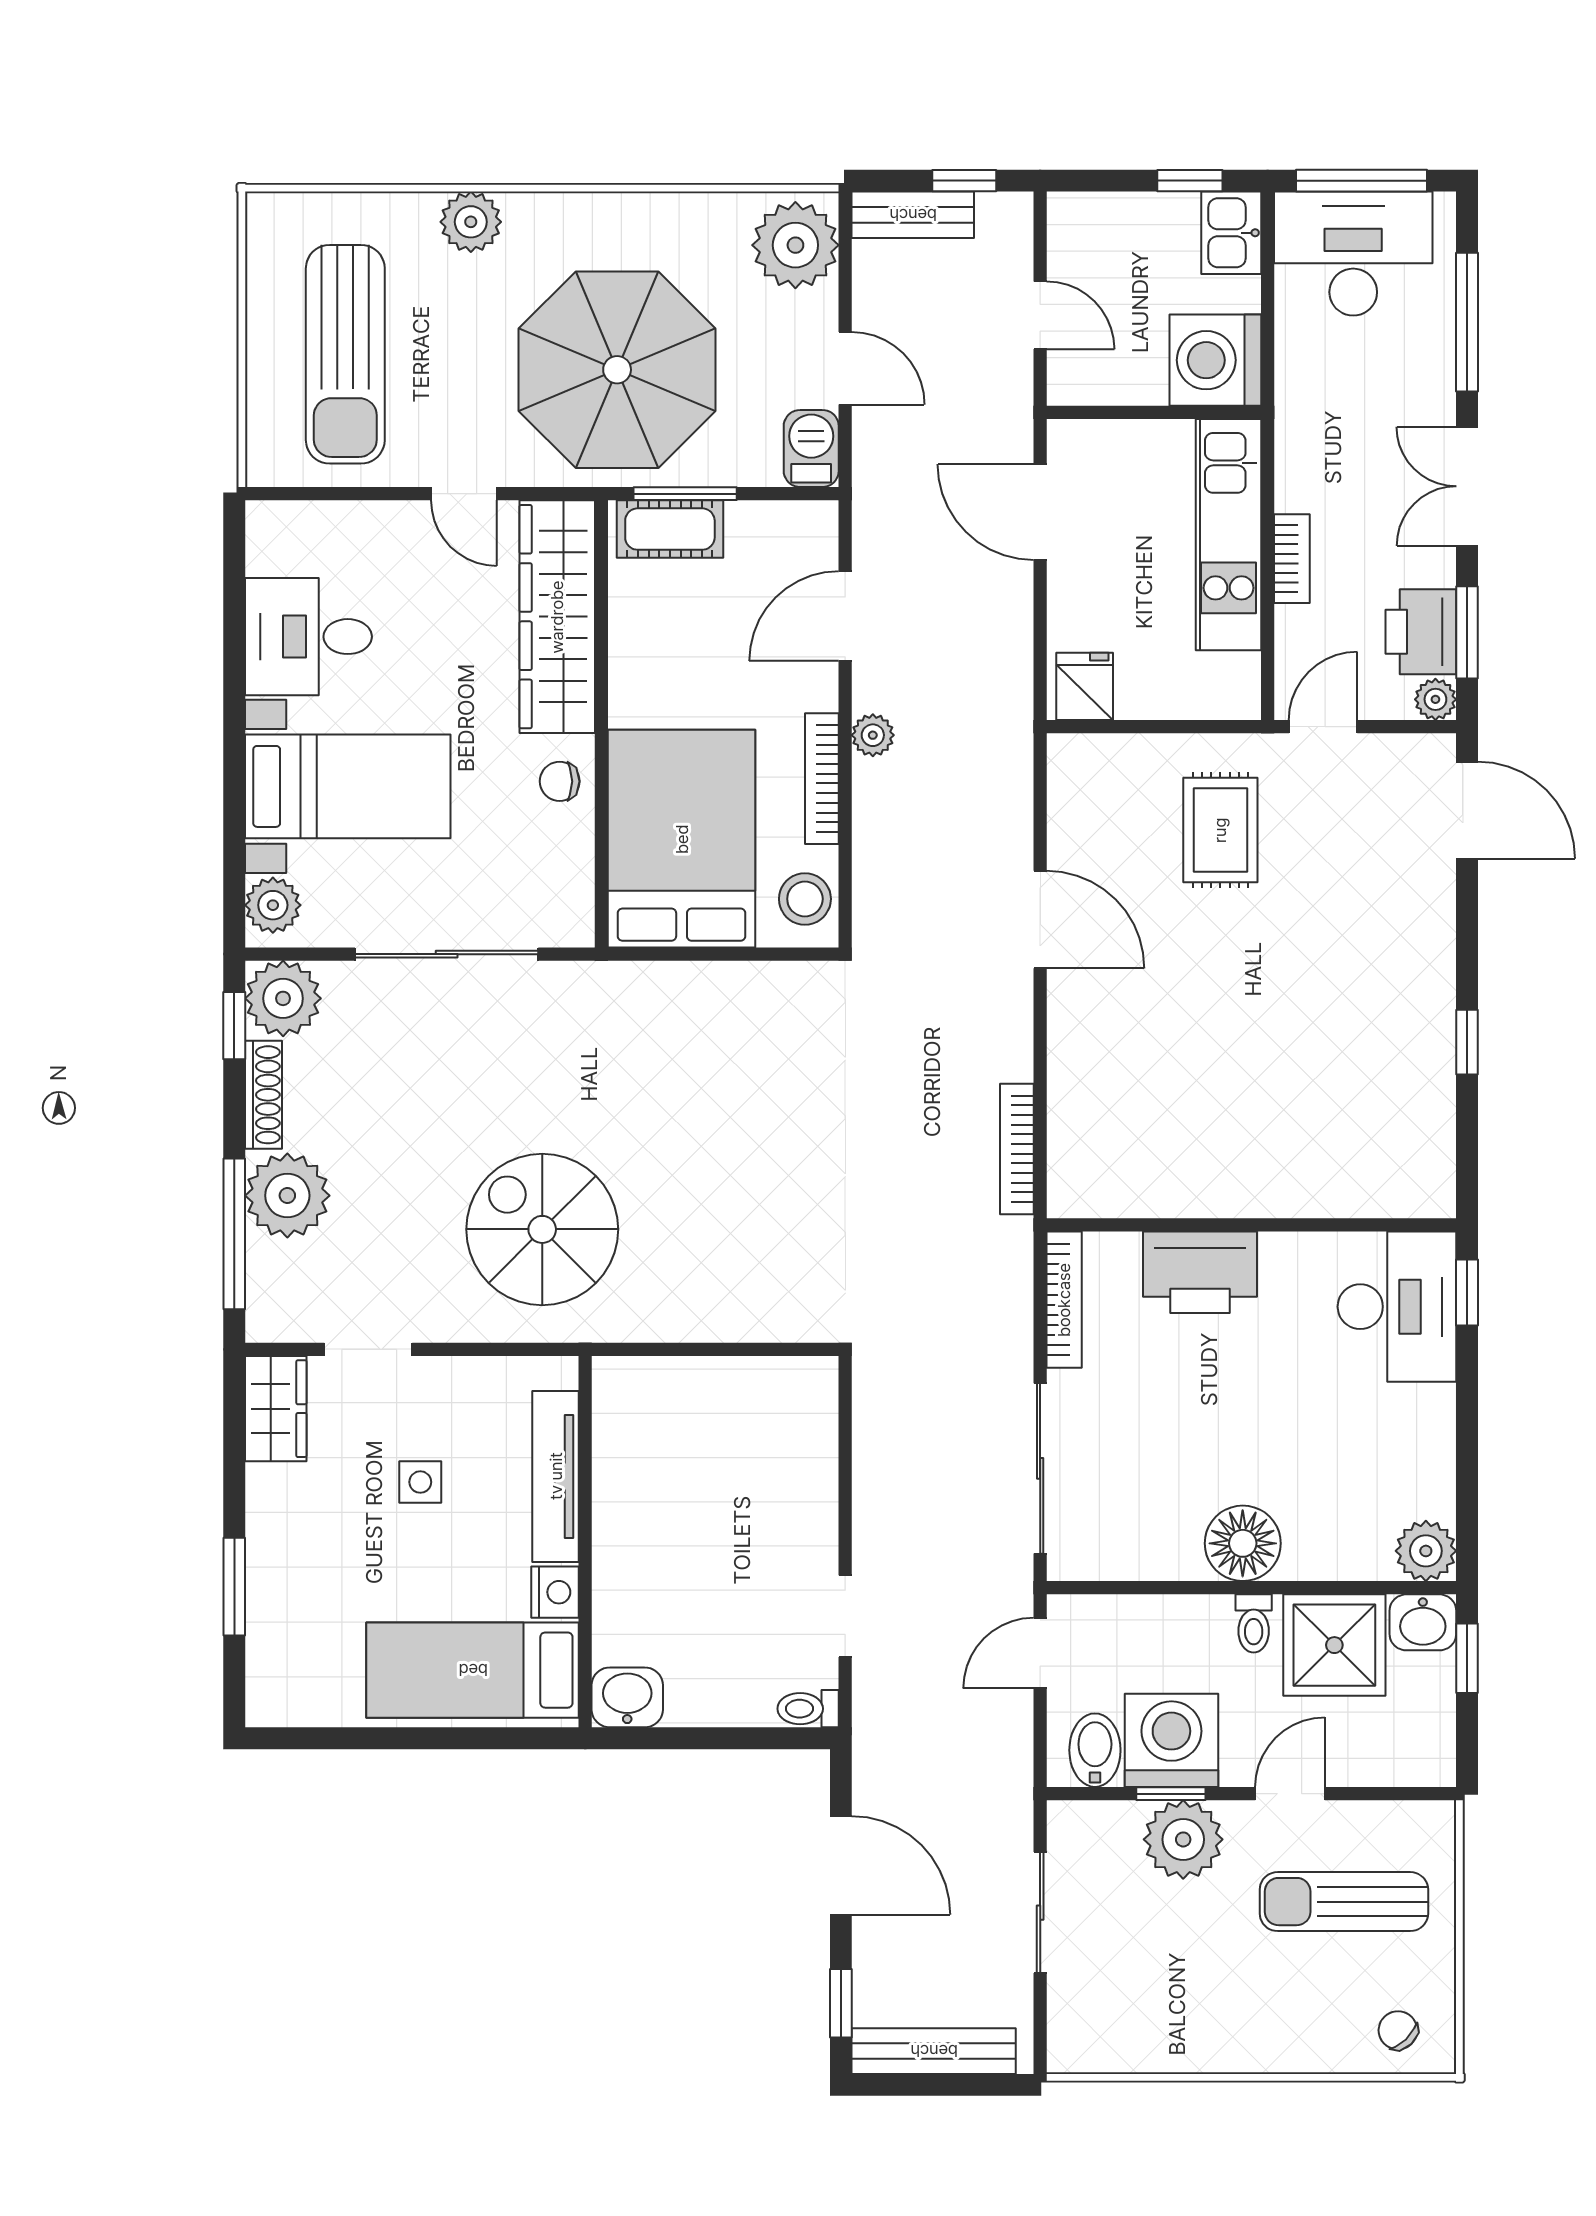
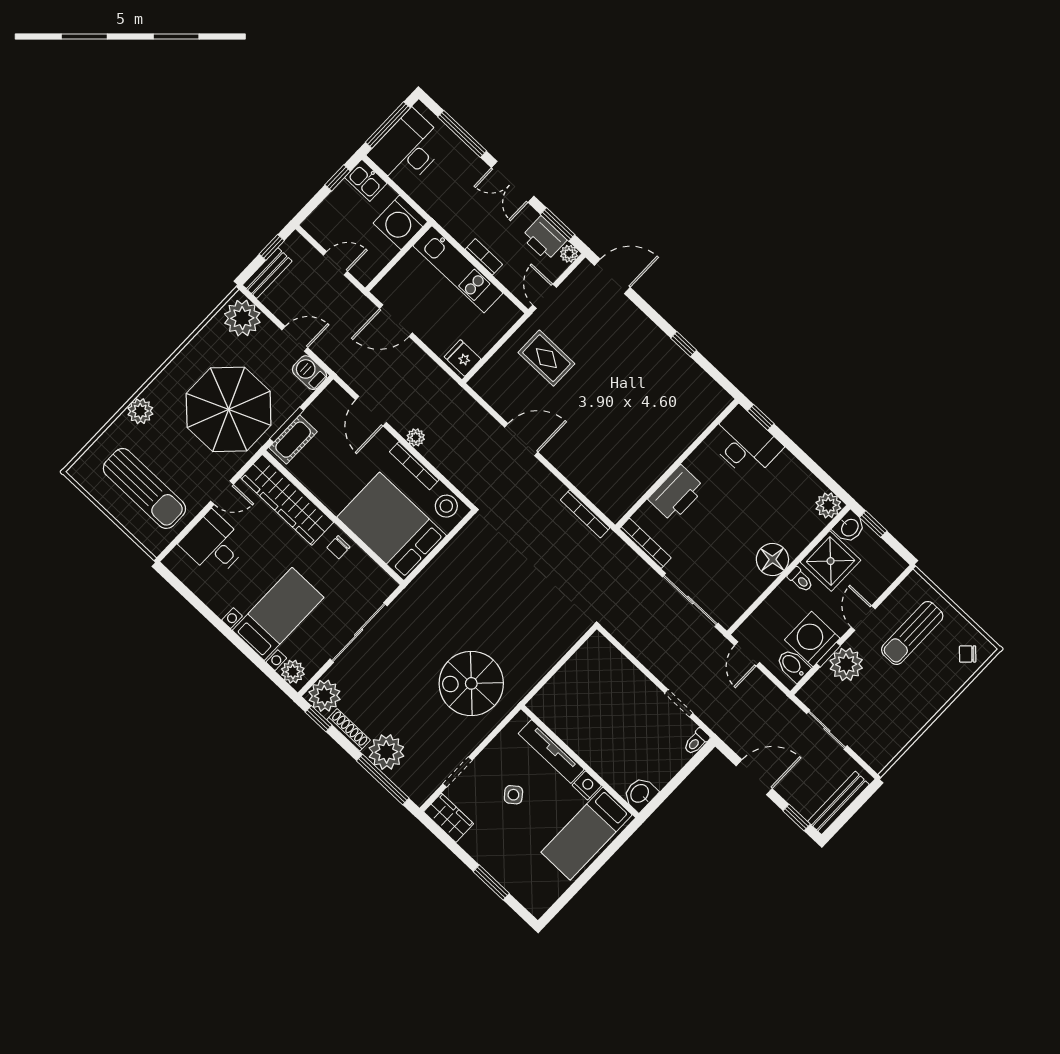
desk: (308, 637) -> (214, 544), moved, turned 90
side table: (420, 1482) -> (513, 795), turned -38

